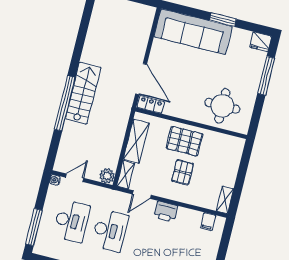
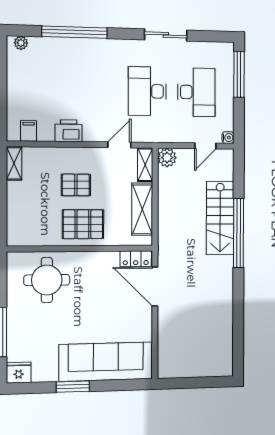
stairs: (83, 93) -> (220, 218), moved
pallet: (183, 172) -> (76, 185), turned 90
printer: (166, 212) -> (69, 131), moved
desk: (71, 221) -> (196, 92), turned 180

